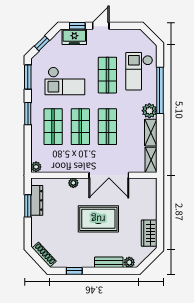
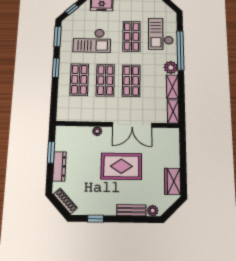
plant: (36, 167) -> (61, 116), removed
dresser: (37, 200) -> (59, 166), moved

